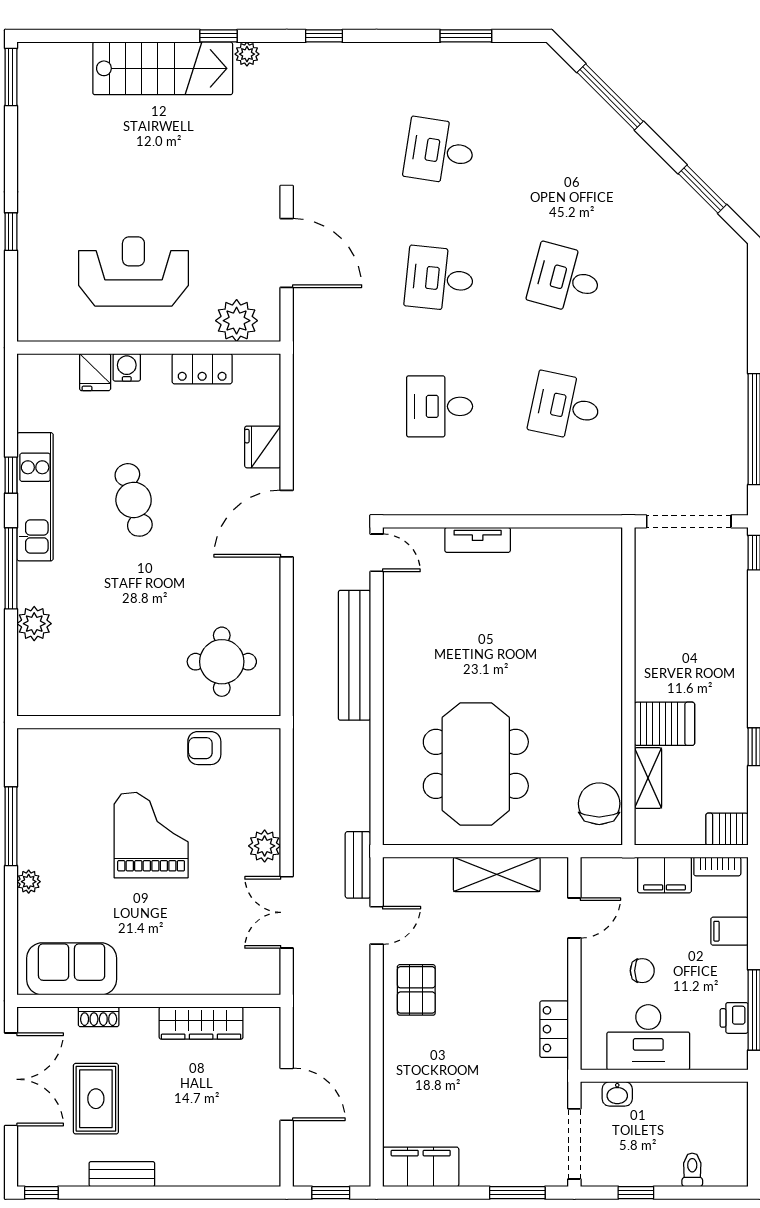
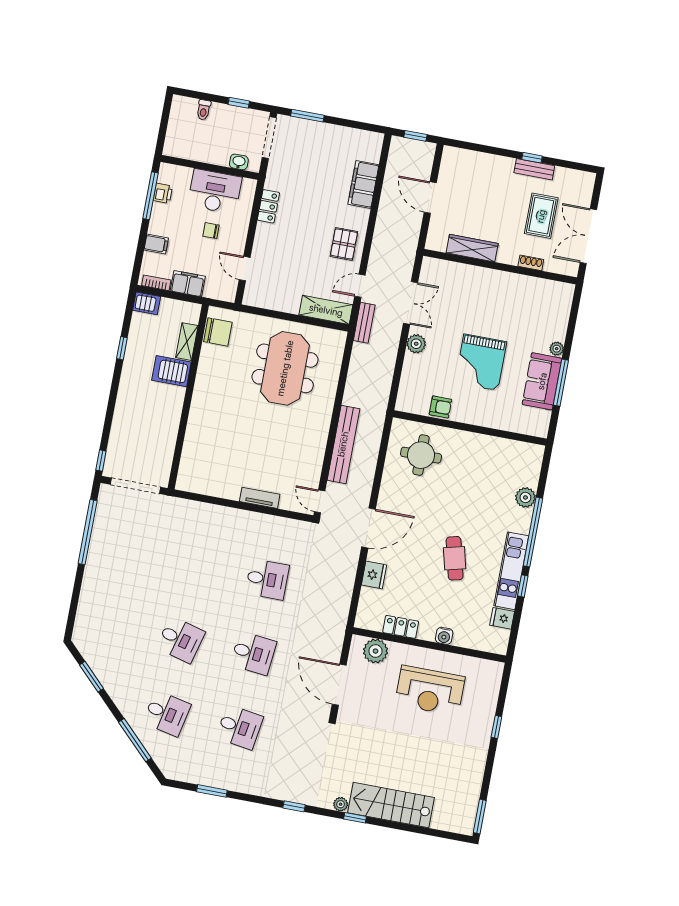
fridge: (95, 372) -> (502, 618), moved, turned -90
desk: (565, 406) -> (167, 714), moved
window: (11, 568) -> (533, 532), width x1.46
chair: (599, 804) -> (218, 332), turned -90
shelving: (497, 874) -> (326, 310), moved
door: (574, 918) -> (245, 269), hinge flipped
sofa: (72, 969) -> (542, 381), moved, turned 90
filing cabinet: (421, 1167) -> (363, 185), moved, turned 90
window: (41, 1193) -> (532, 158), moved

